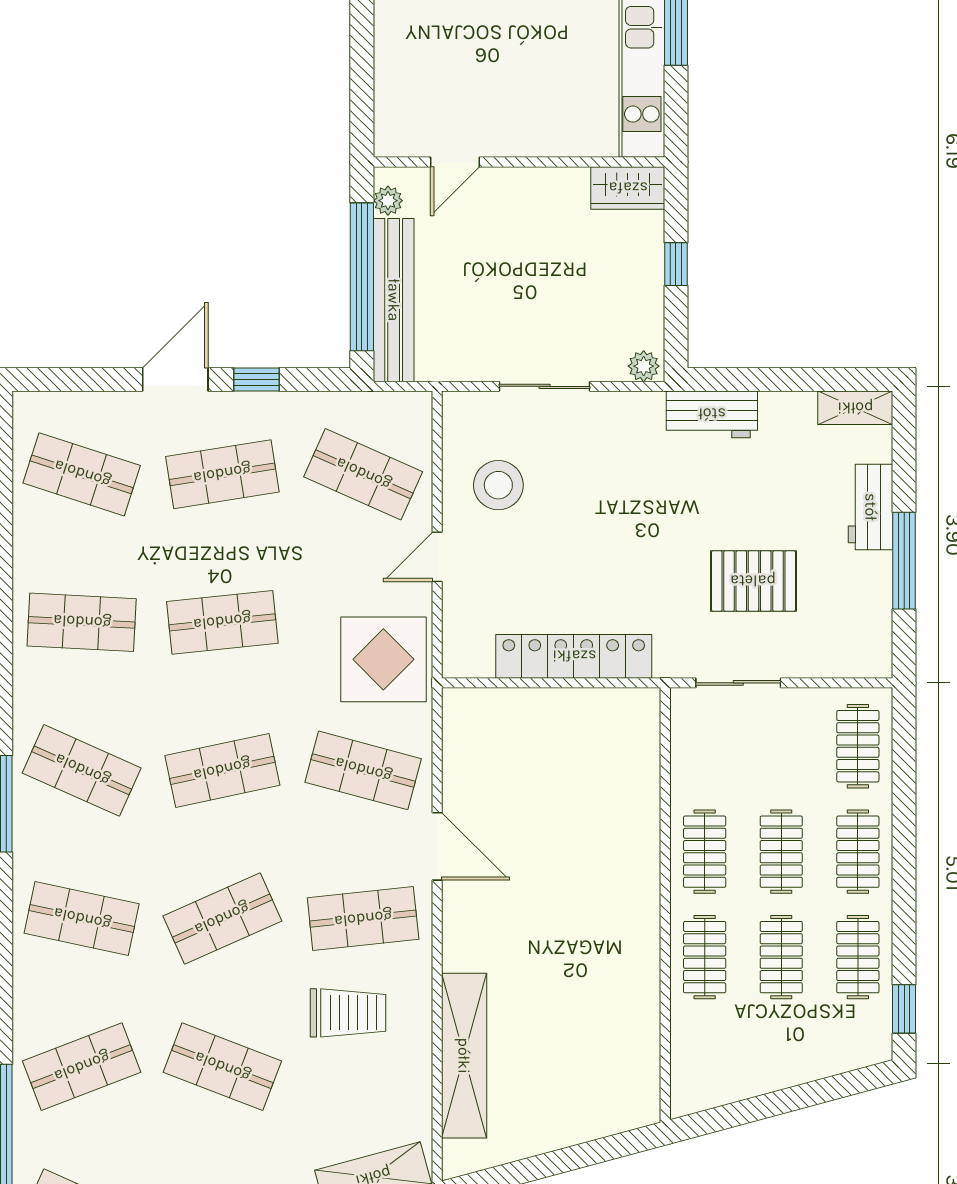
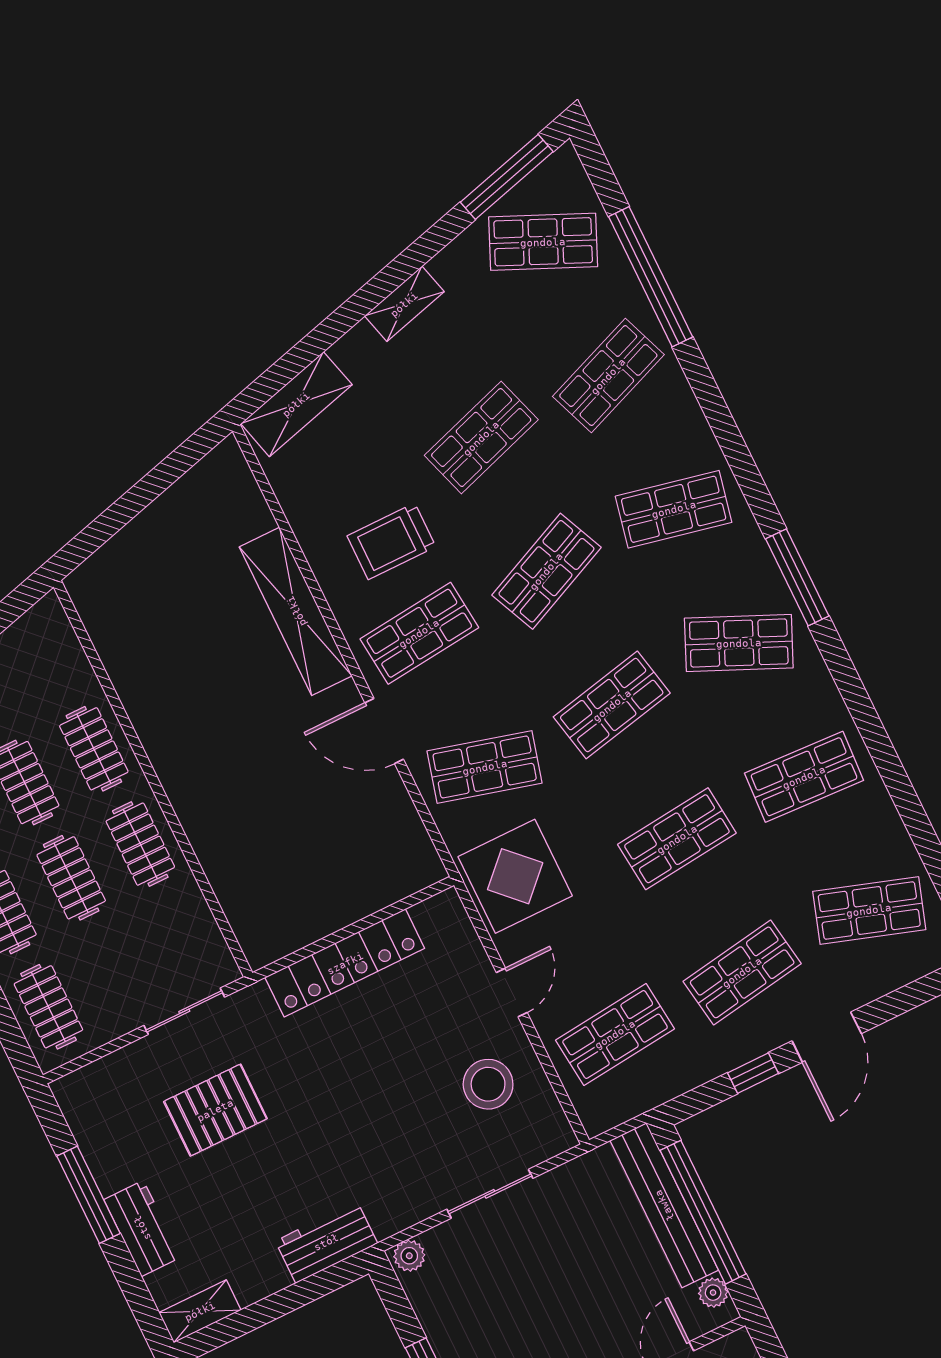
shop shelf: (363, 474) -> (615, 1034), turned -30
shelving: (464, 1056) -> (296, 611), moved
shop shelf: (222, 1067) -> (481, 438), turned -39

